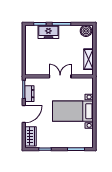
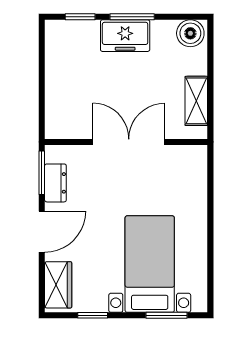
freezer: (48, 32) -> (125, 36), moved
double door: (60, 76) -> (129, 142), width x1.37
bed with nightstands: (73, 111) -> (150, 264), moved, turned 90

